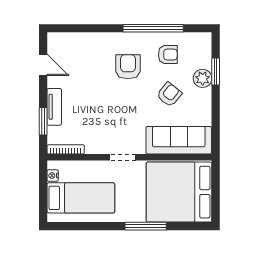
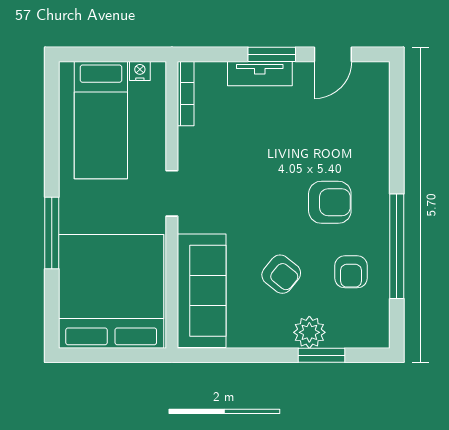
window: (43, 121) -> (272, 54), moved

